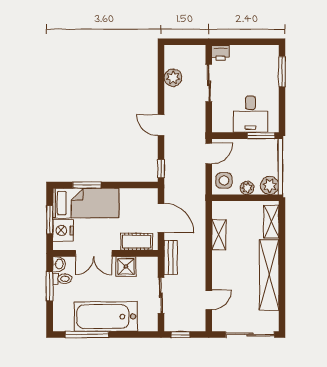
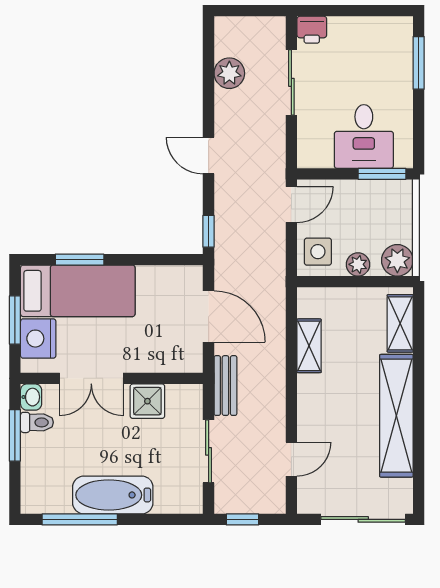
cot: (136, 242) -> (166, 358), removed
bathtub: (106, 317) -> (113, 495), width x0.73, depth x0.73

